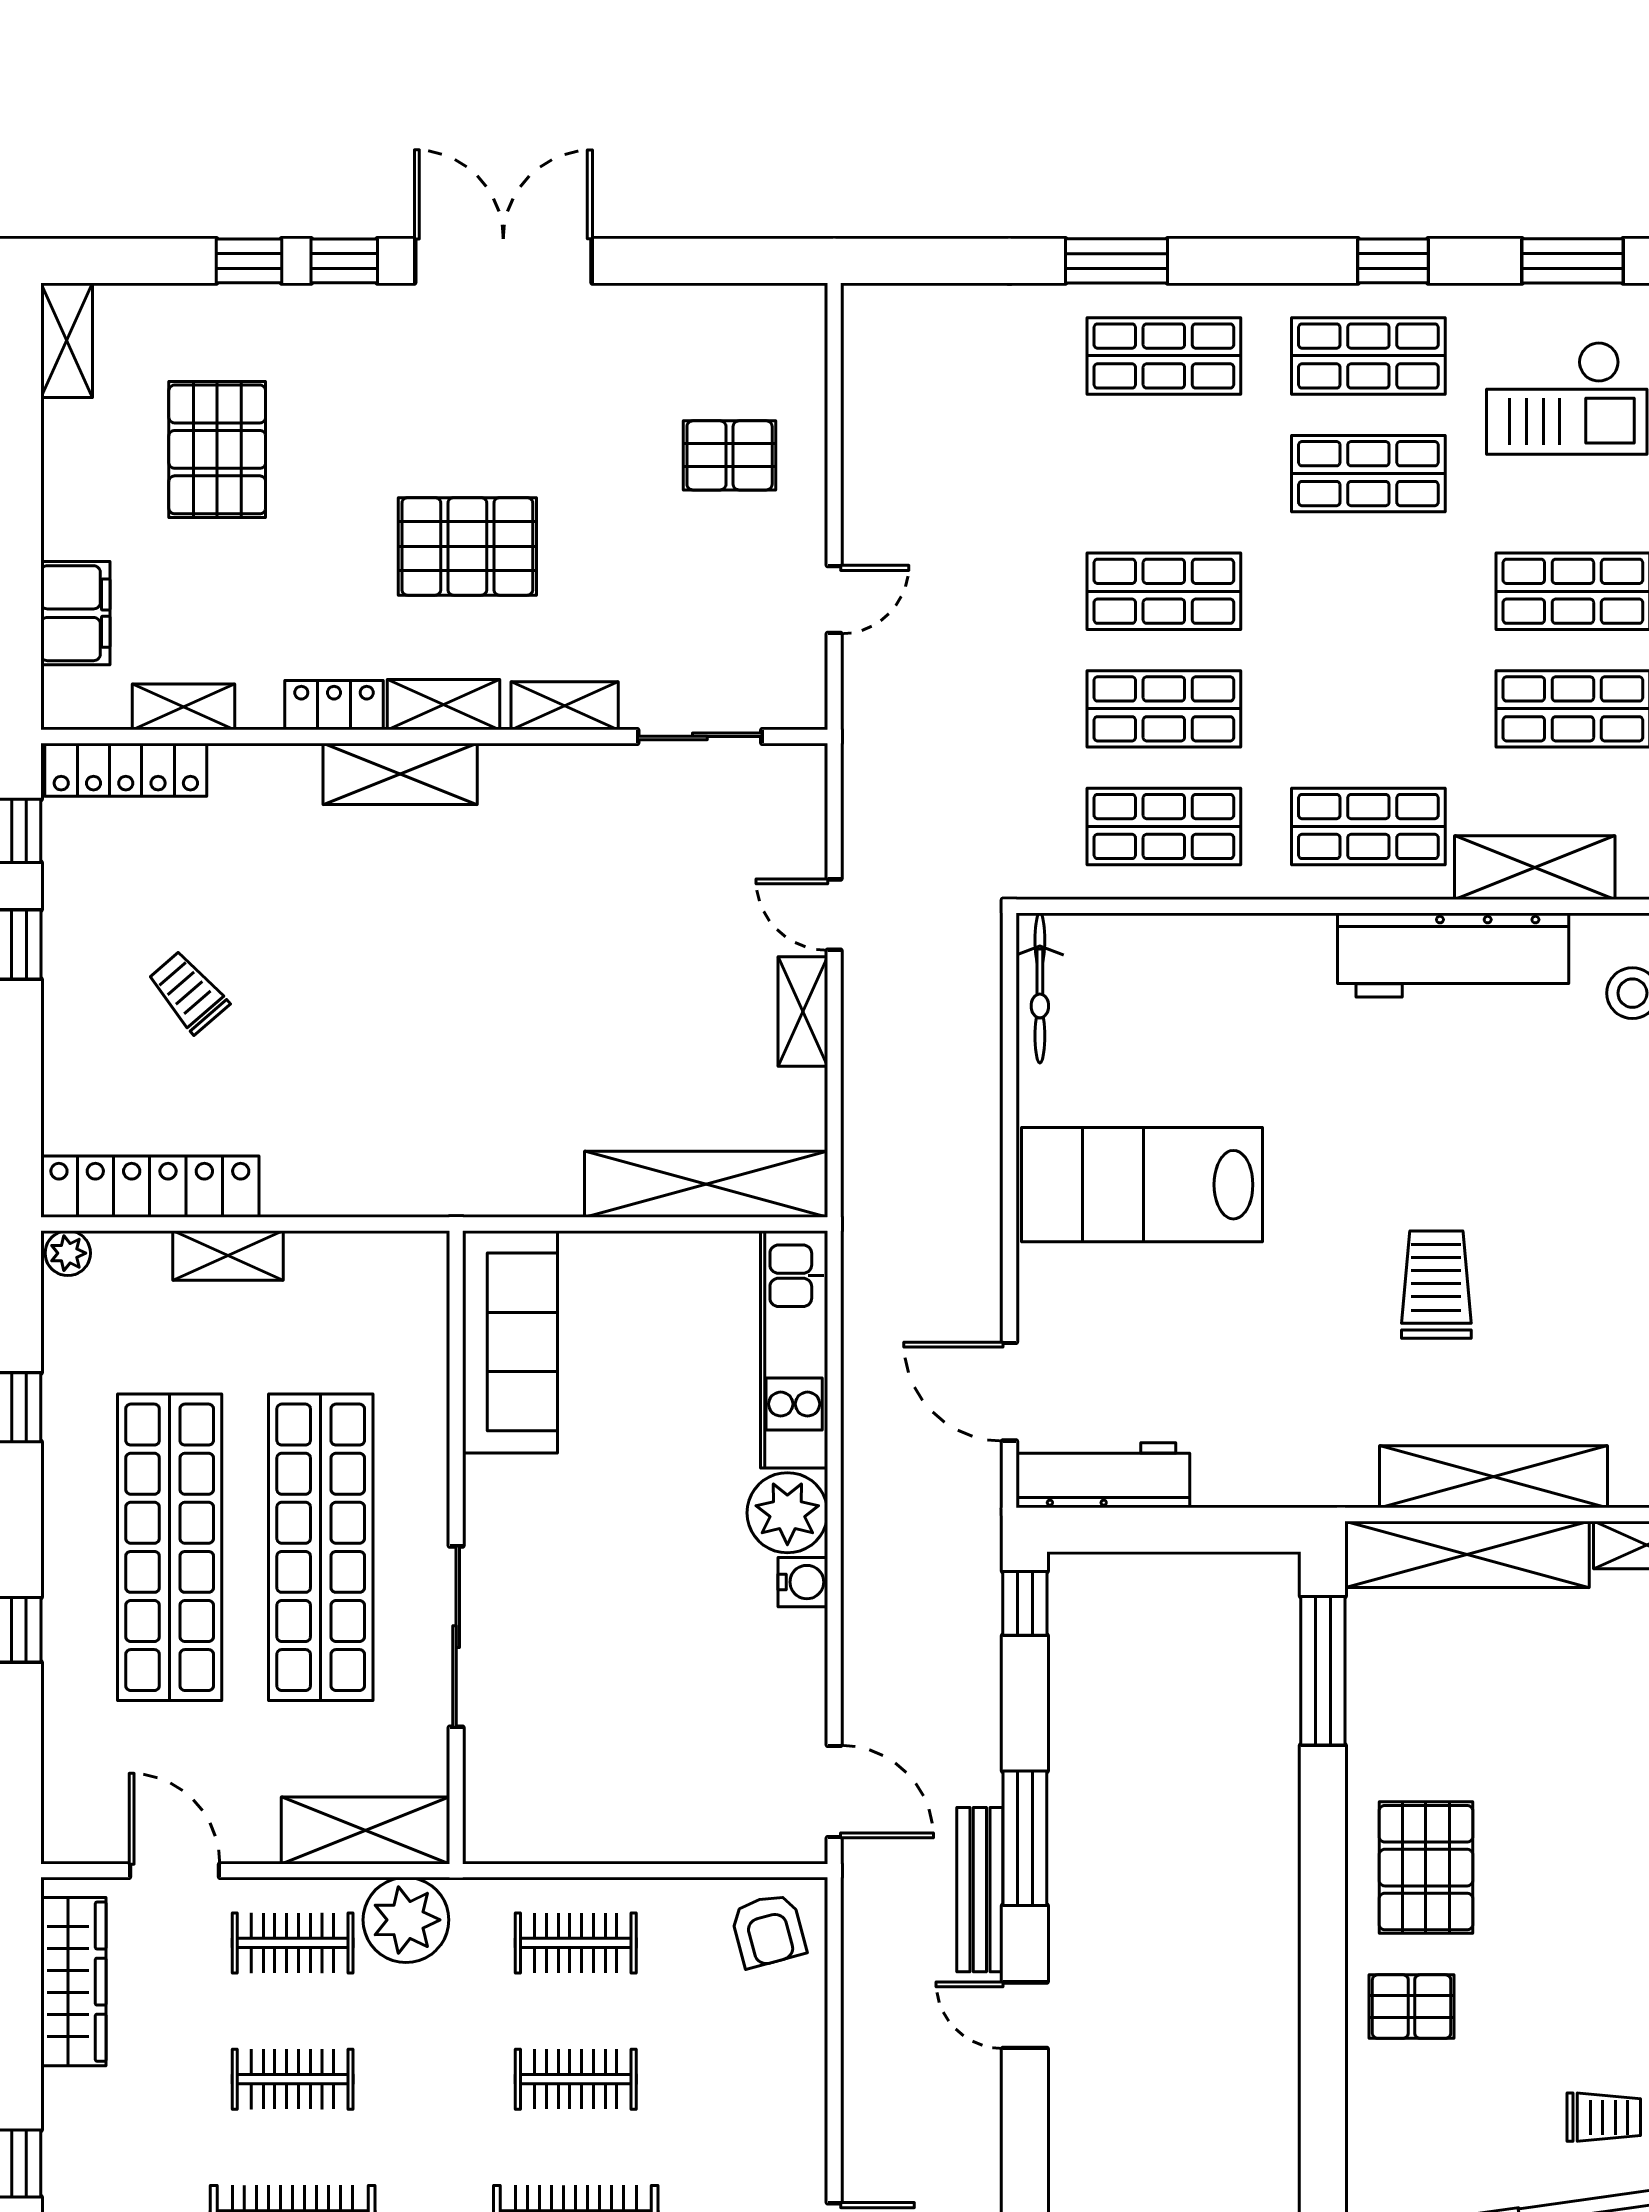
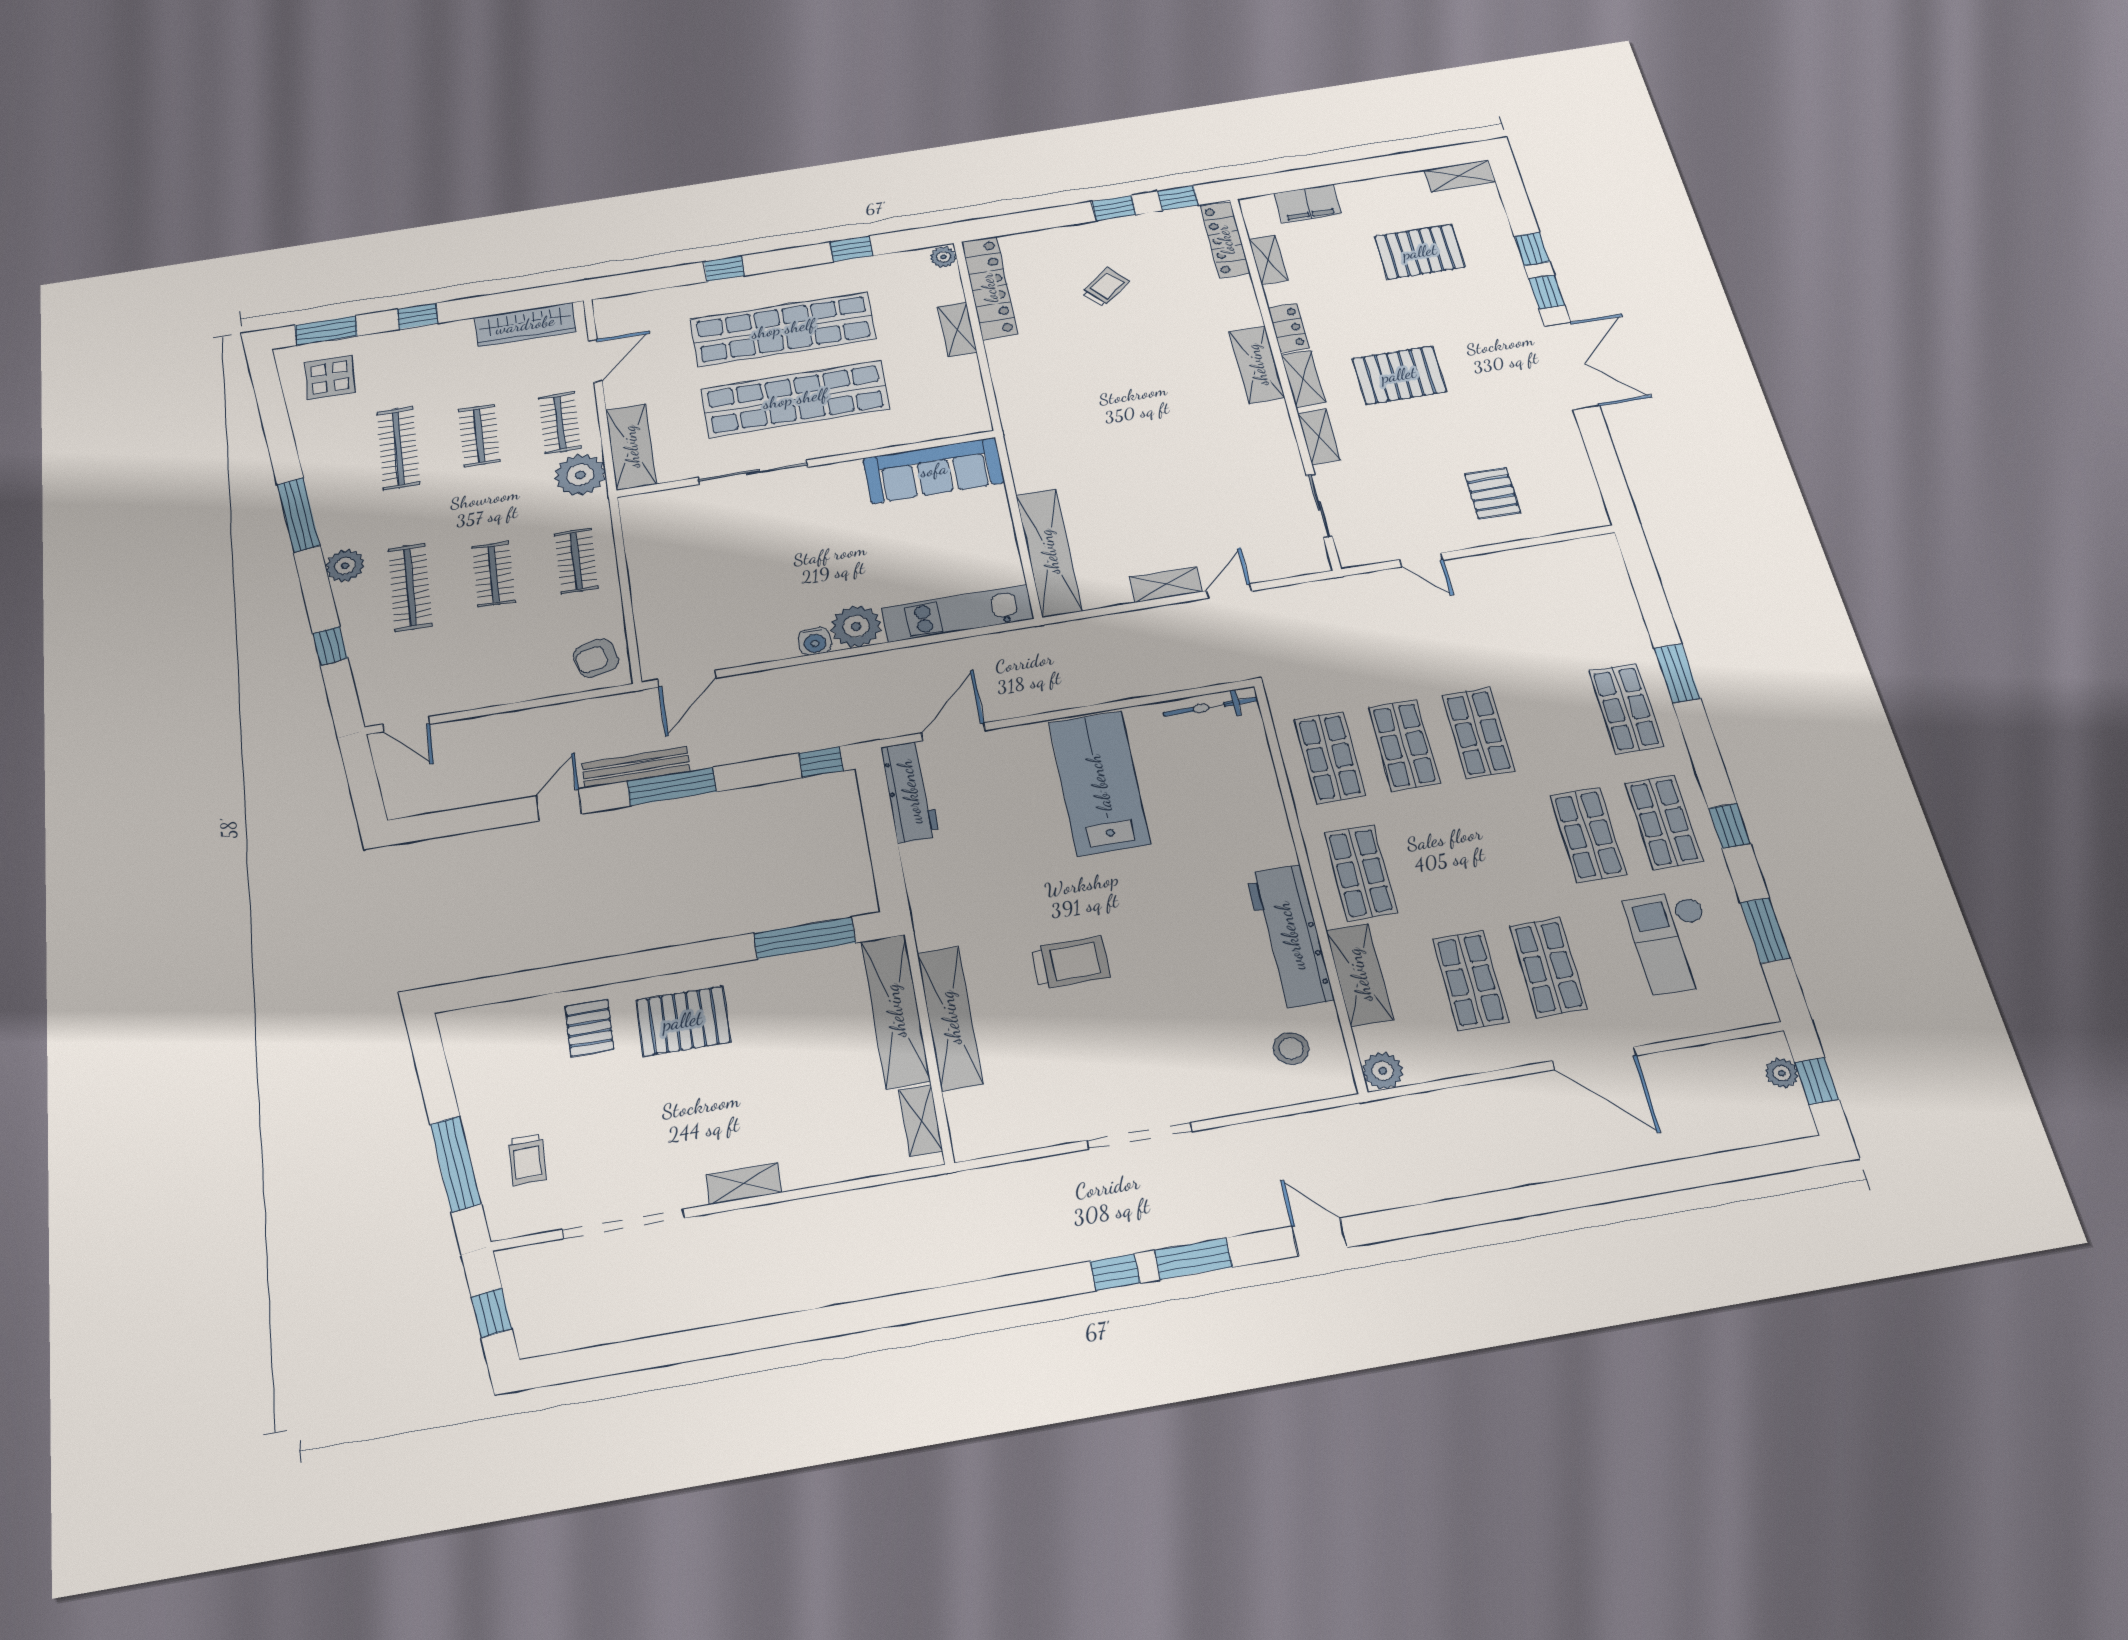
pallet: (467, 546) -> (1399, 375), turned 90

